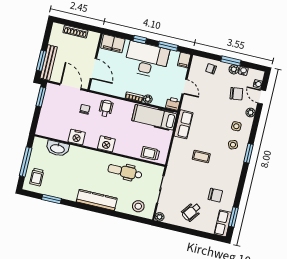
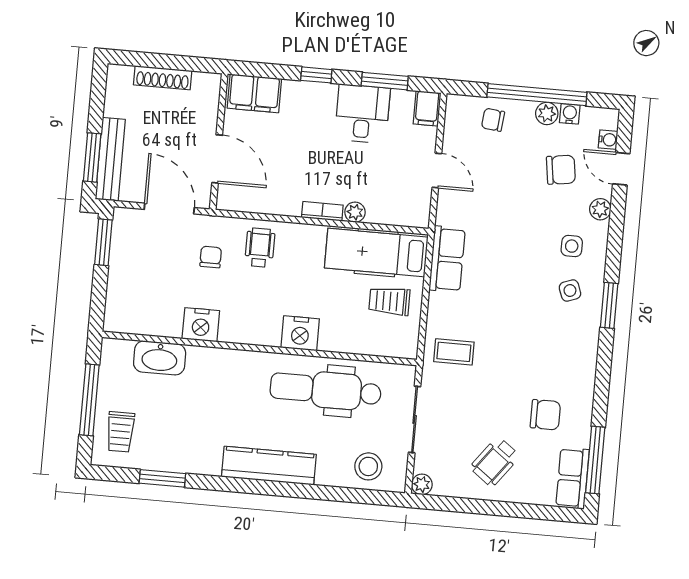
desk: (147, 60) -> (362, 114), width x0.53, depth x0.77
window: (231, 61) -> (537, 95), width x2.11
printer: (173, 104) -> (415, 214), removed
nightstand: (106, 144) -> (300, 333), moved
trolley: (150, 153) -> (389, 301), moved
coffee table: (201, 157) -> (454, 352), moved
dental chair: (125, 172) -> (326, 390), width x1.36, depth x1.38
window: (233, 217) -> (595, 460), width x1.44

